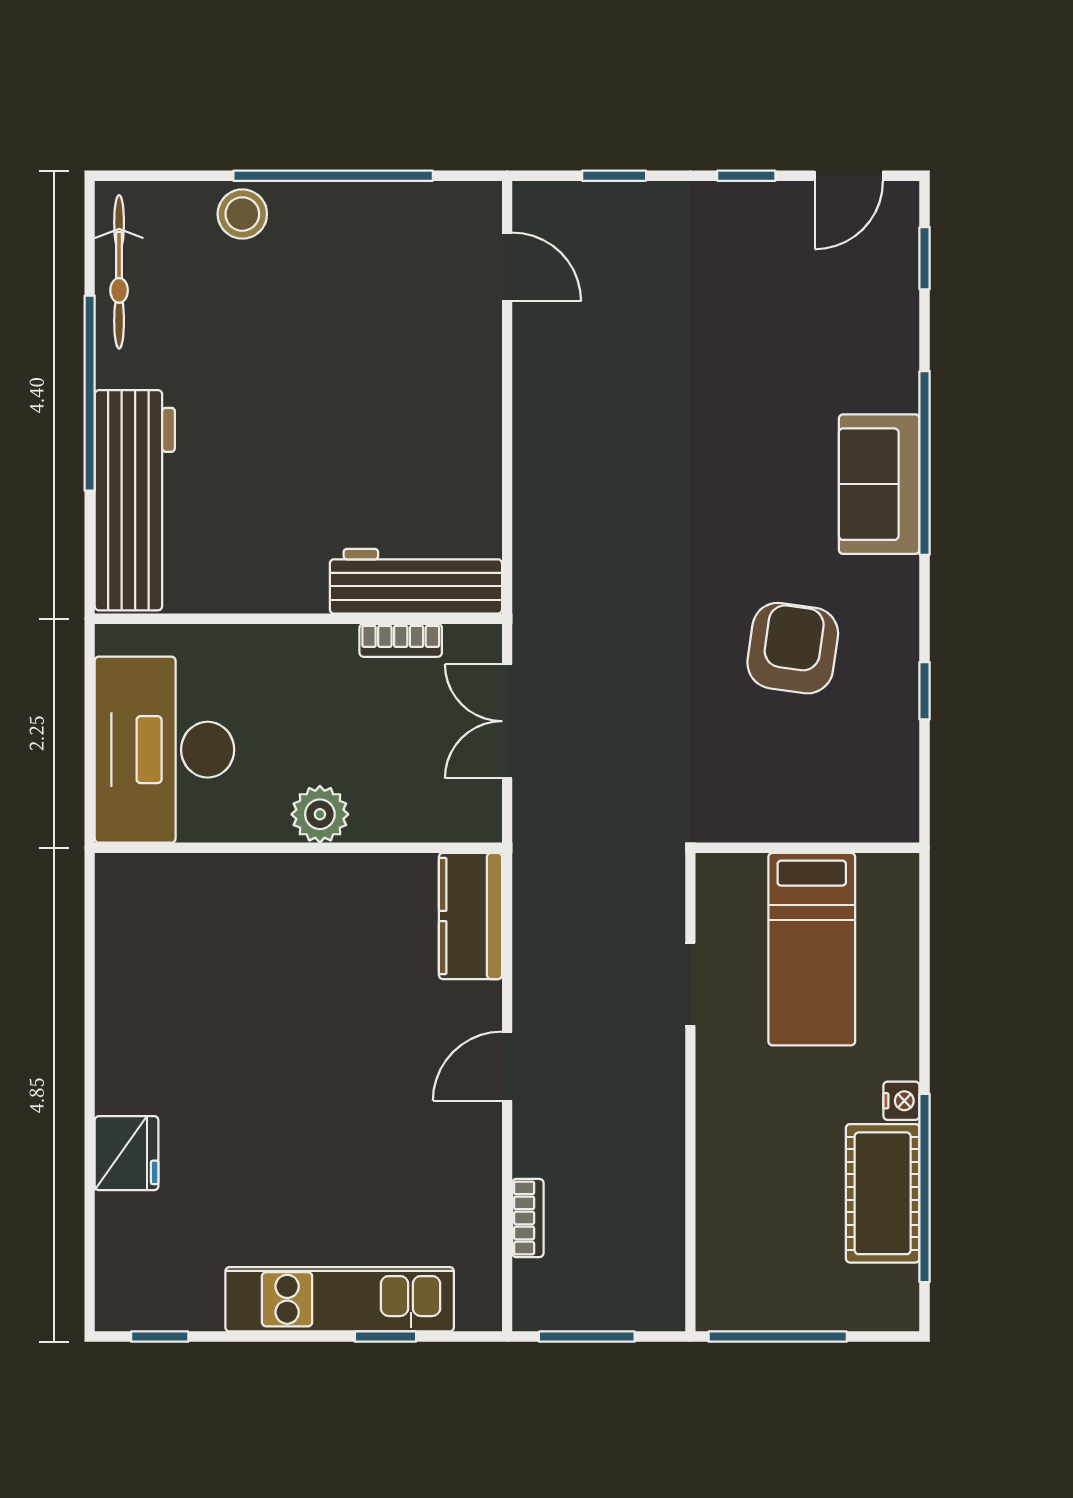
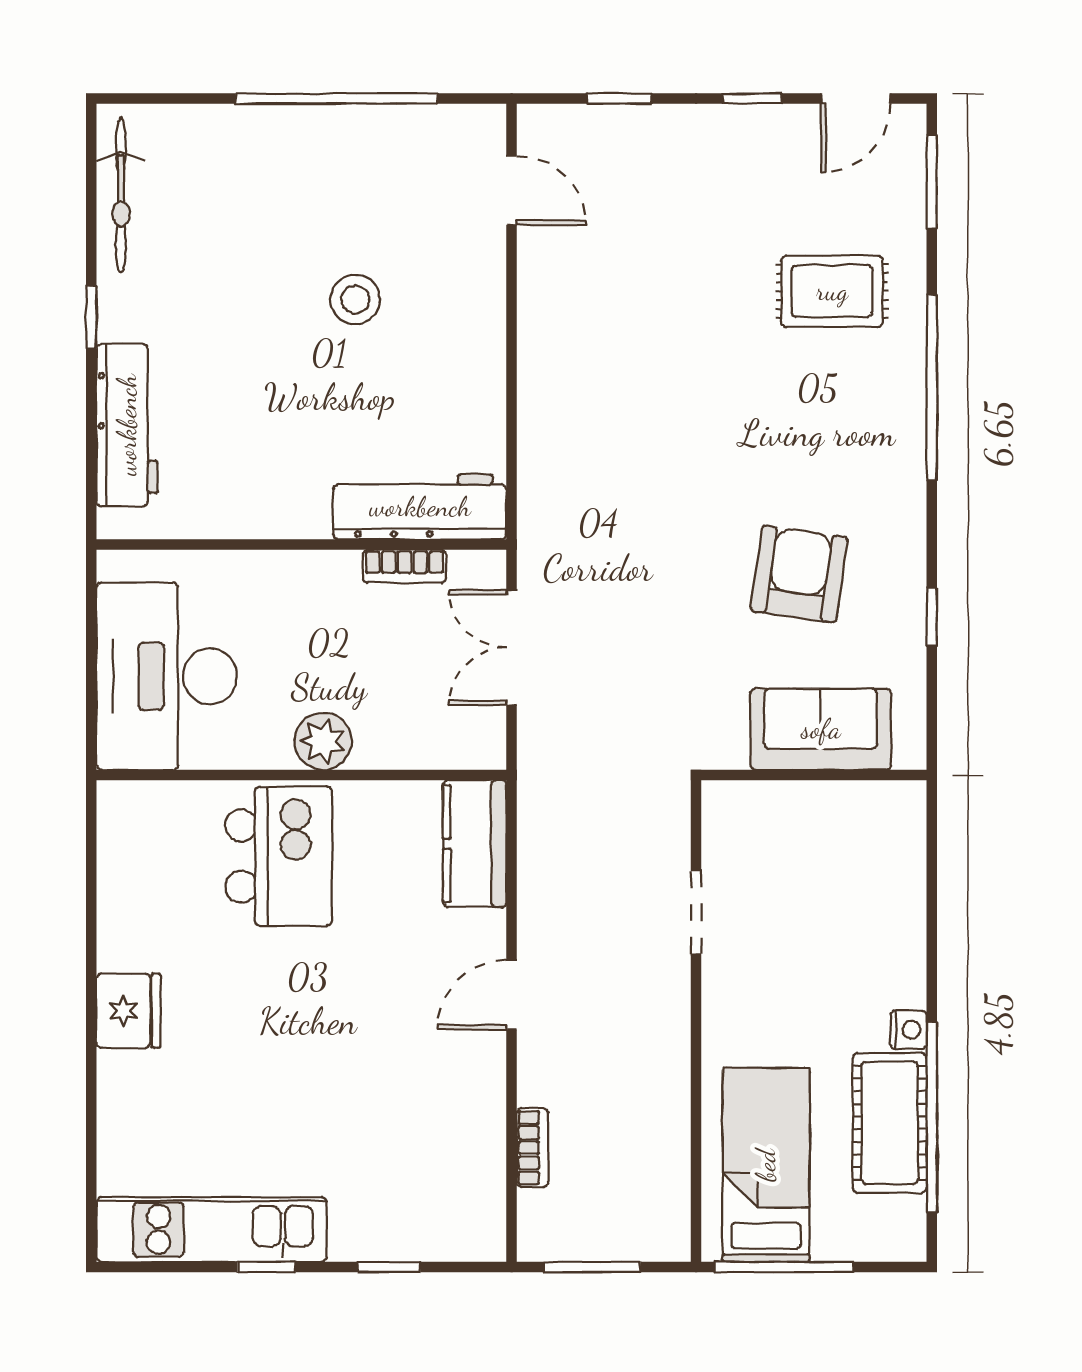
stool: (242, 214) -> (355, 299), moved
window: (925, 258) -> (932, 182), width x1.50
rug: (825, 367) -> (832, 291), added
window: (90, 393) -> (91, 317), width x0.32
sofa: (879, 484) -> (821, 729), moved, turned 90
workbench: (135, 500) -> (127, 425), width x0.73, depth x0.76
kitchen island: (276, 928) -> (278, 856), added
bed: (812, 949) -> (766, 1165), moved, turned 180
fridge: (127, 1153) -> (129, 1011), moved
kitchen unit: (340, 1299) -> (211, 1229), moved
window: (160, 1337) -> (266, 1267), moved

